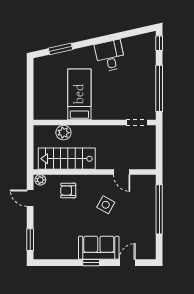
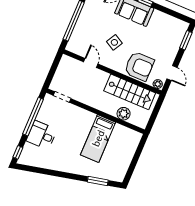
desk: (110, 56) -> (42, 135), moved, turned 103
armchair: (68, 191) -> (139, 66), width x1.88, depth x1.88

